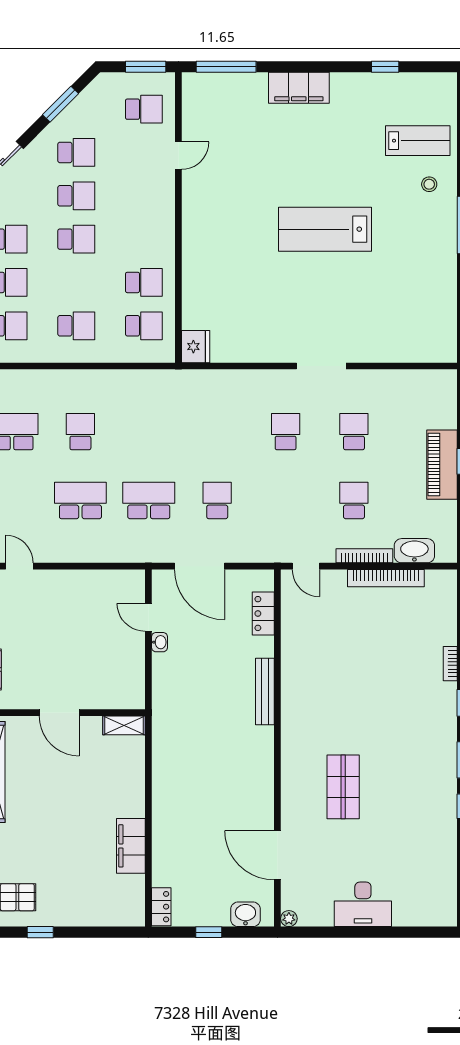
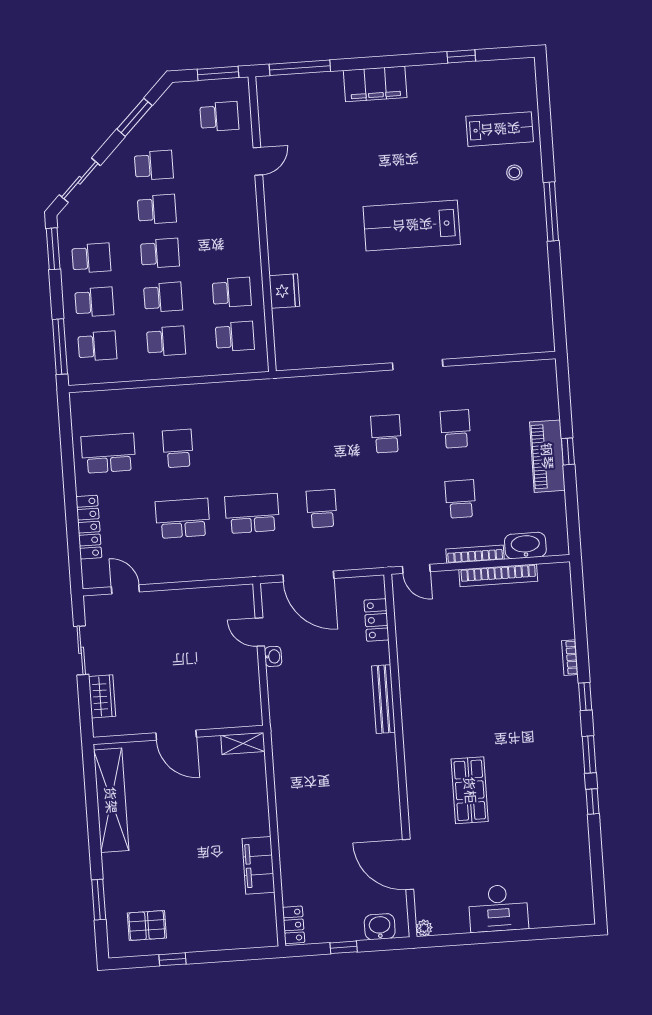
school desk: (76, 282) -> (163, 297), added
fridge: (196, 347) -> (284, 291), moved

